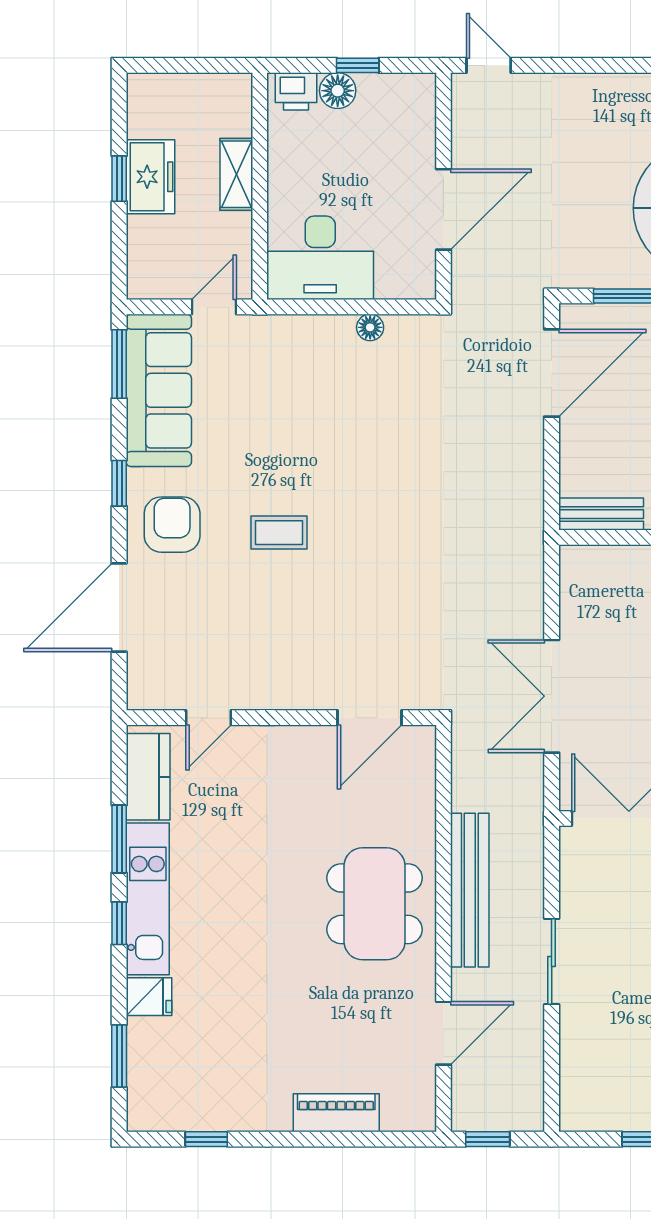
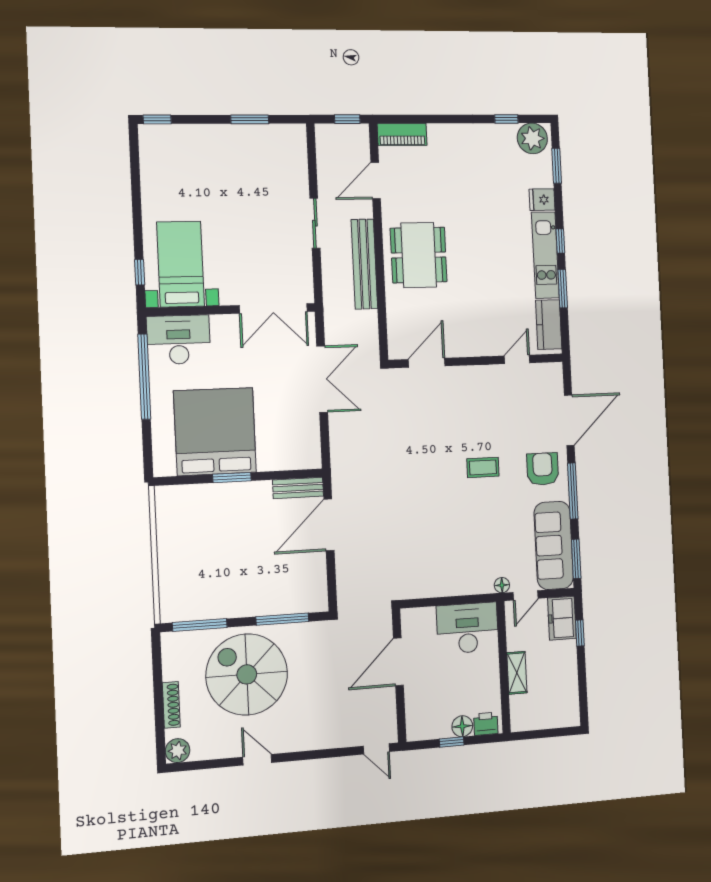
freezer: (150, 177) -> (562, 618), moved
window: (119, 179) -> (580, 633), moved
floor lamp: (370, 327) -> (502, 585), moved
door: (552, 373) -> (329, 525), moved
window: (119, 483) -> (573, 491), width x2.17
armchair: (172, 525) -> (543, 469), turned 180
plant: (161, 1105) -> (532, 138), added
piano: (336, 1113) -> (402, 134), moved

